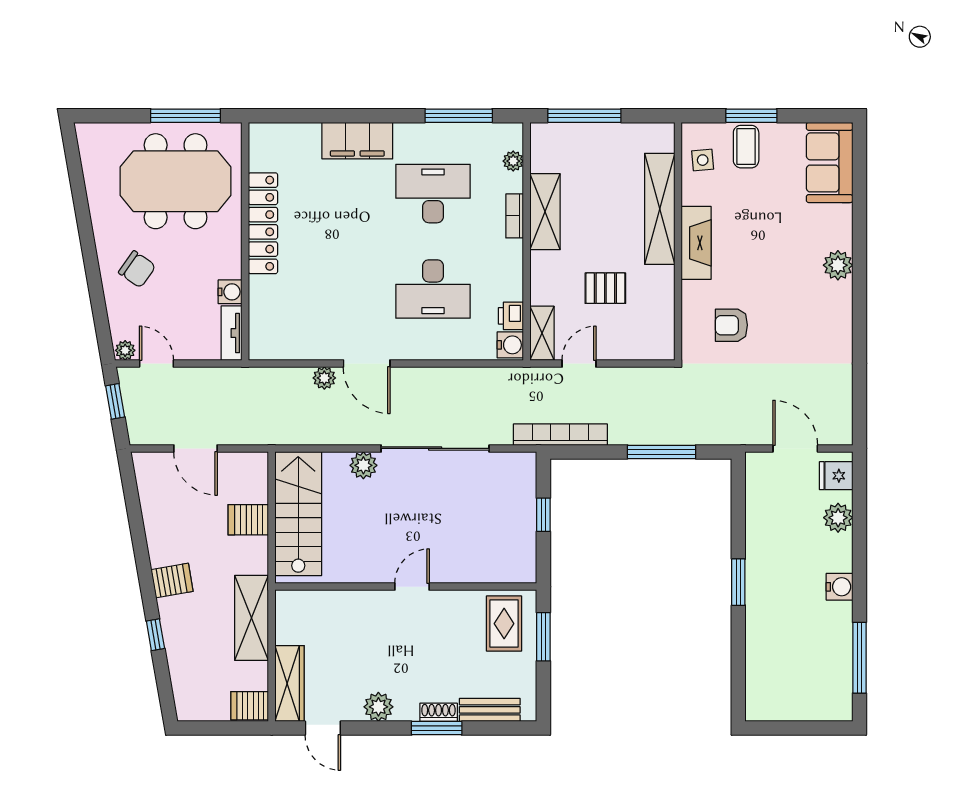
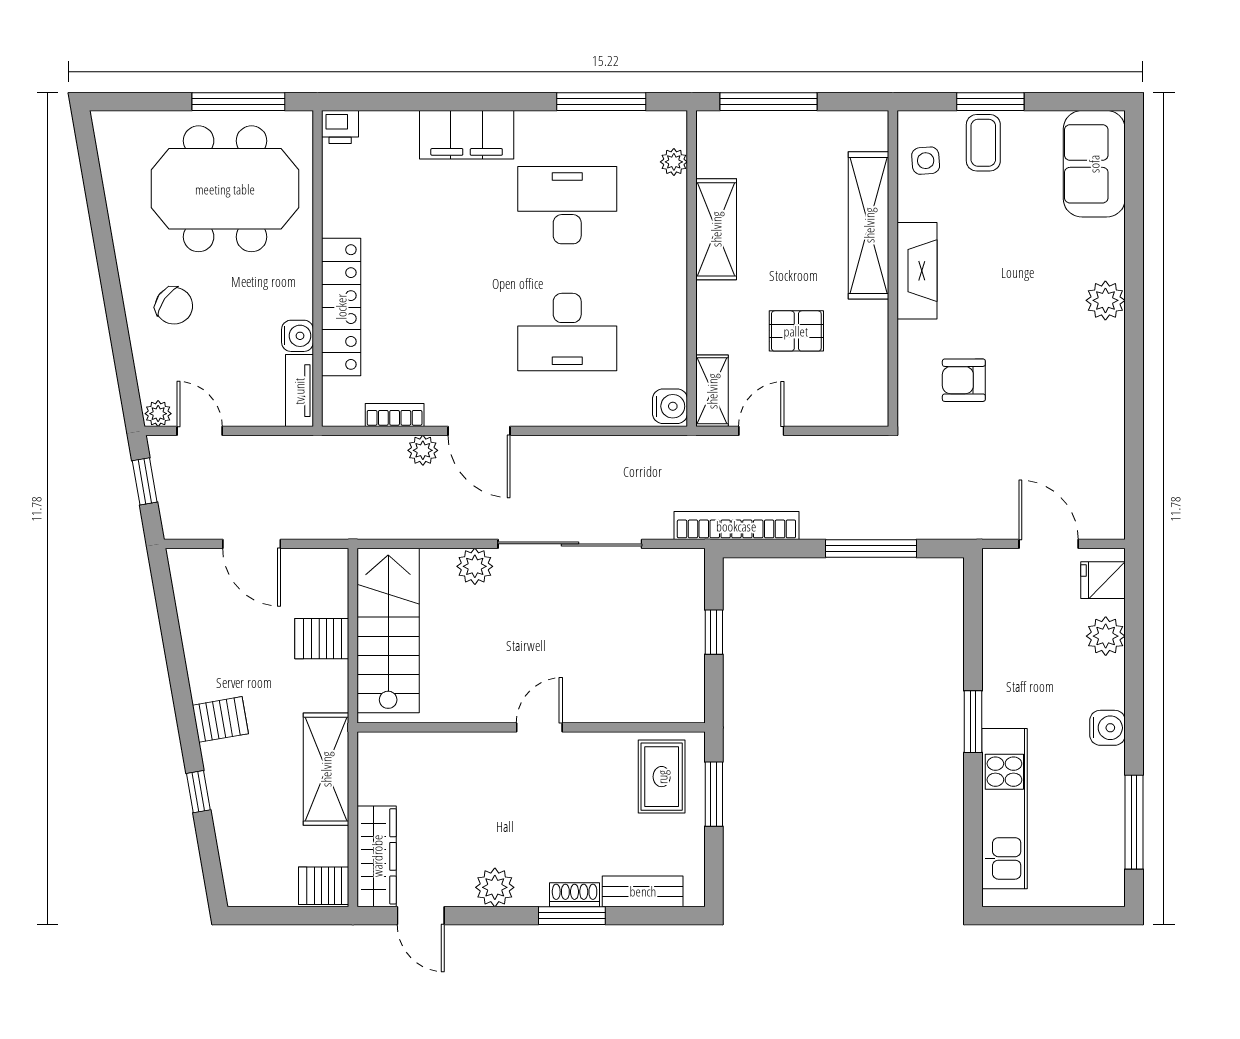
bookcase: (515, 216) -> (395, 415), moved, turned 90
locker: (263, 223) -> (341, 307), moved
printer: (511, 316) -> (340, 127), moved, turned -90
kitchen unit: (762, 648) -> (1004, 809), added

